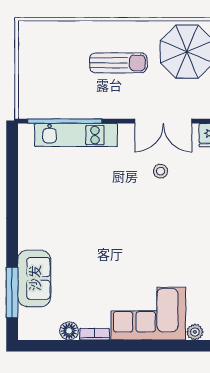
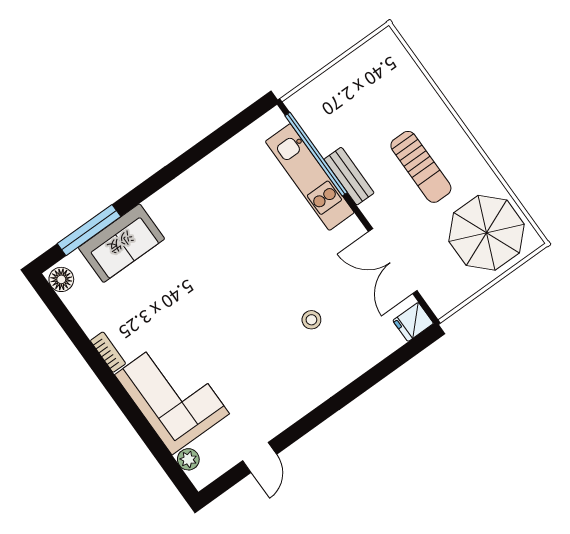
bench: (93, 111) -> (349, 176), added
stool: (161, 171) -> (311, 320), moved
floor lamp: (69, 331) -> (61, 279), moved

